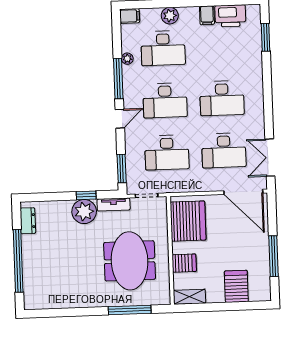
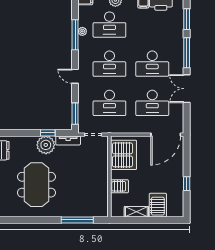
window: (118, 79) -> (75, 35), moved
window: (267, 82) -> (187, 53), added
door: (120, 119) -> (75, 76), swing flipped
double door: (270, 158) -> (187, 89), moved
door: (243, 192) -> (166, 135), hinge flipped
window: (274, 256) -> (187, 184), width x0.46
meeting table: (130, 261) -> (36, 185), moved
shelving: (190, 297) -> (136, 212), moved

